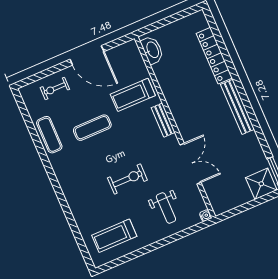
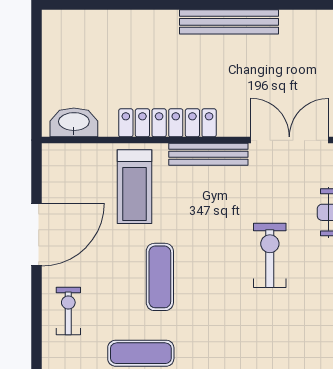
locker: (214, 56) -> (167, 123), moved, turned 180
exercise bike: (55, 88) -> (68, 311), turned 180
bench: (163, 120) -> (208, 154), width x1.36

